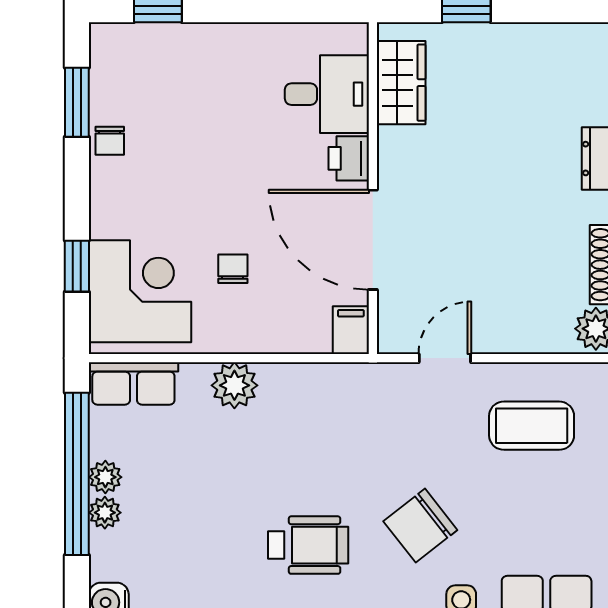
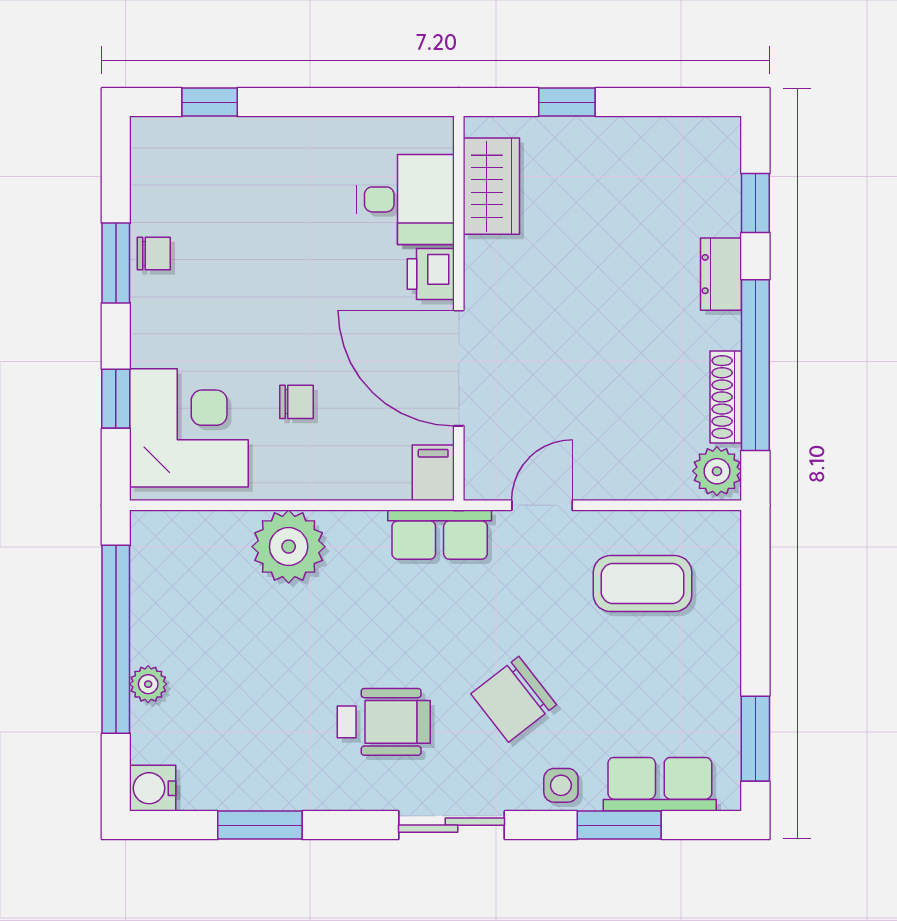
window: (77, 102) -> (116, 263), moved
chair: (110, 141) -> (154, 254), turned -90
chair: (233, 269) -> (296, 402), turned 90
row of seats: (133, 383) -> (440, 535), moved
plant: (234, 385) -> (289, 547), width x1.36, depth x1.36
plant: (105, 477) -> (149, 643), removed

